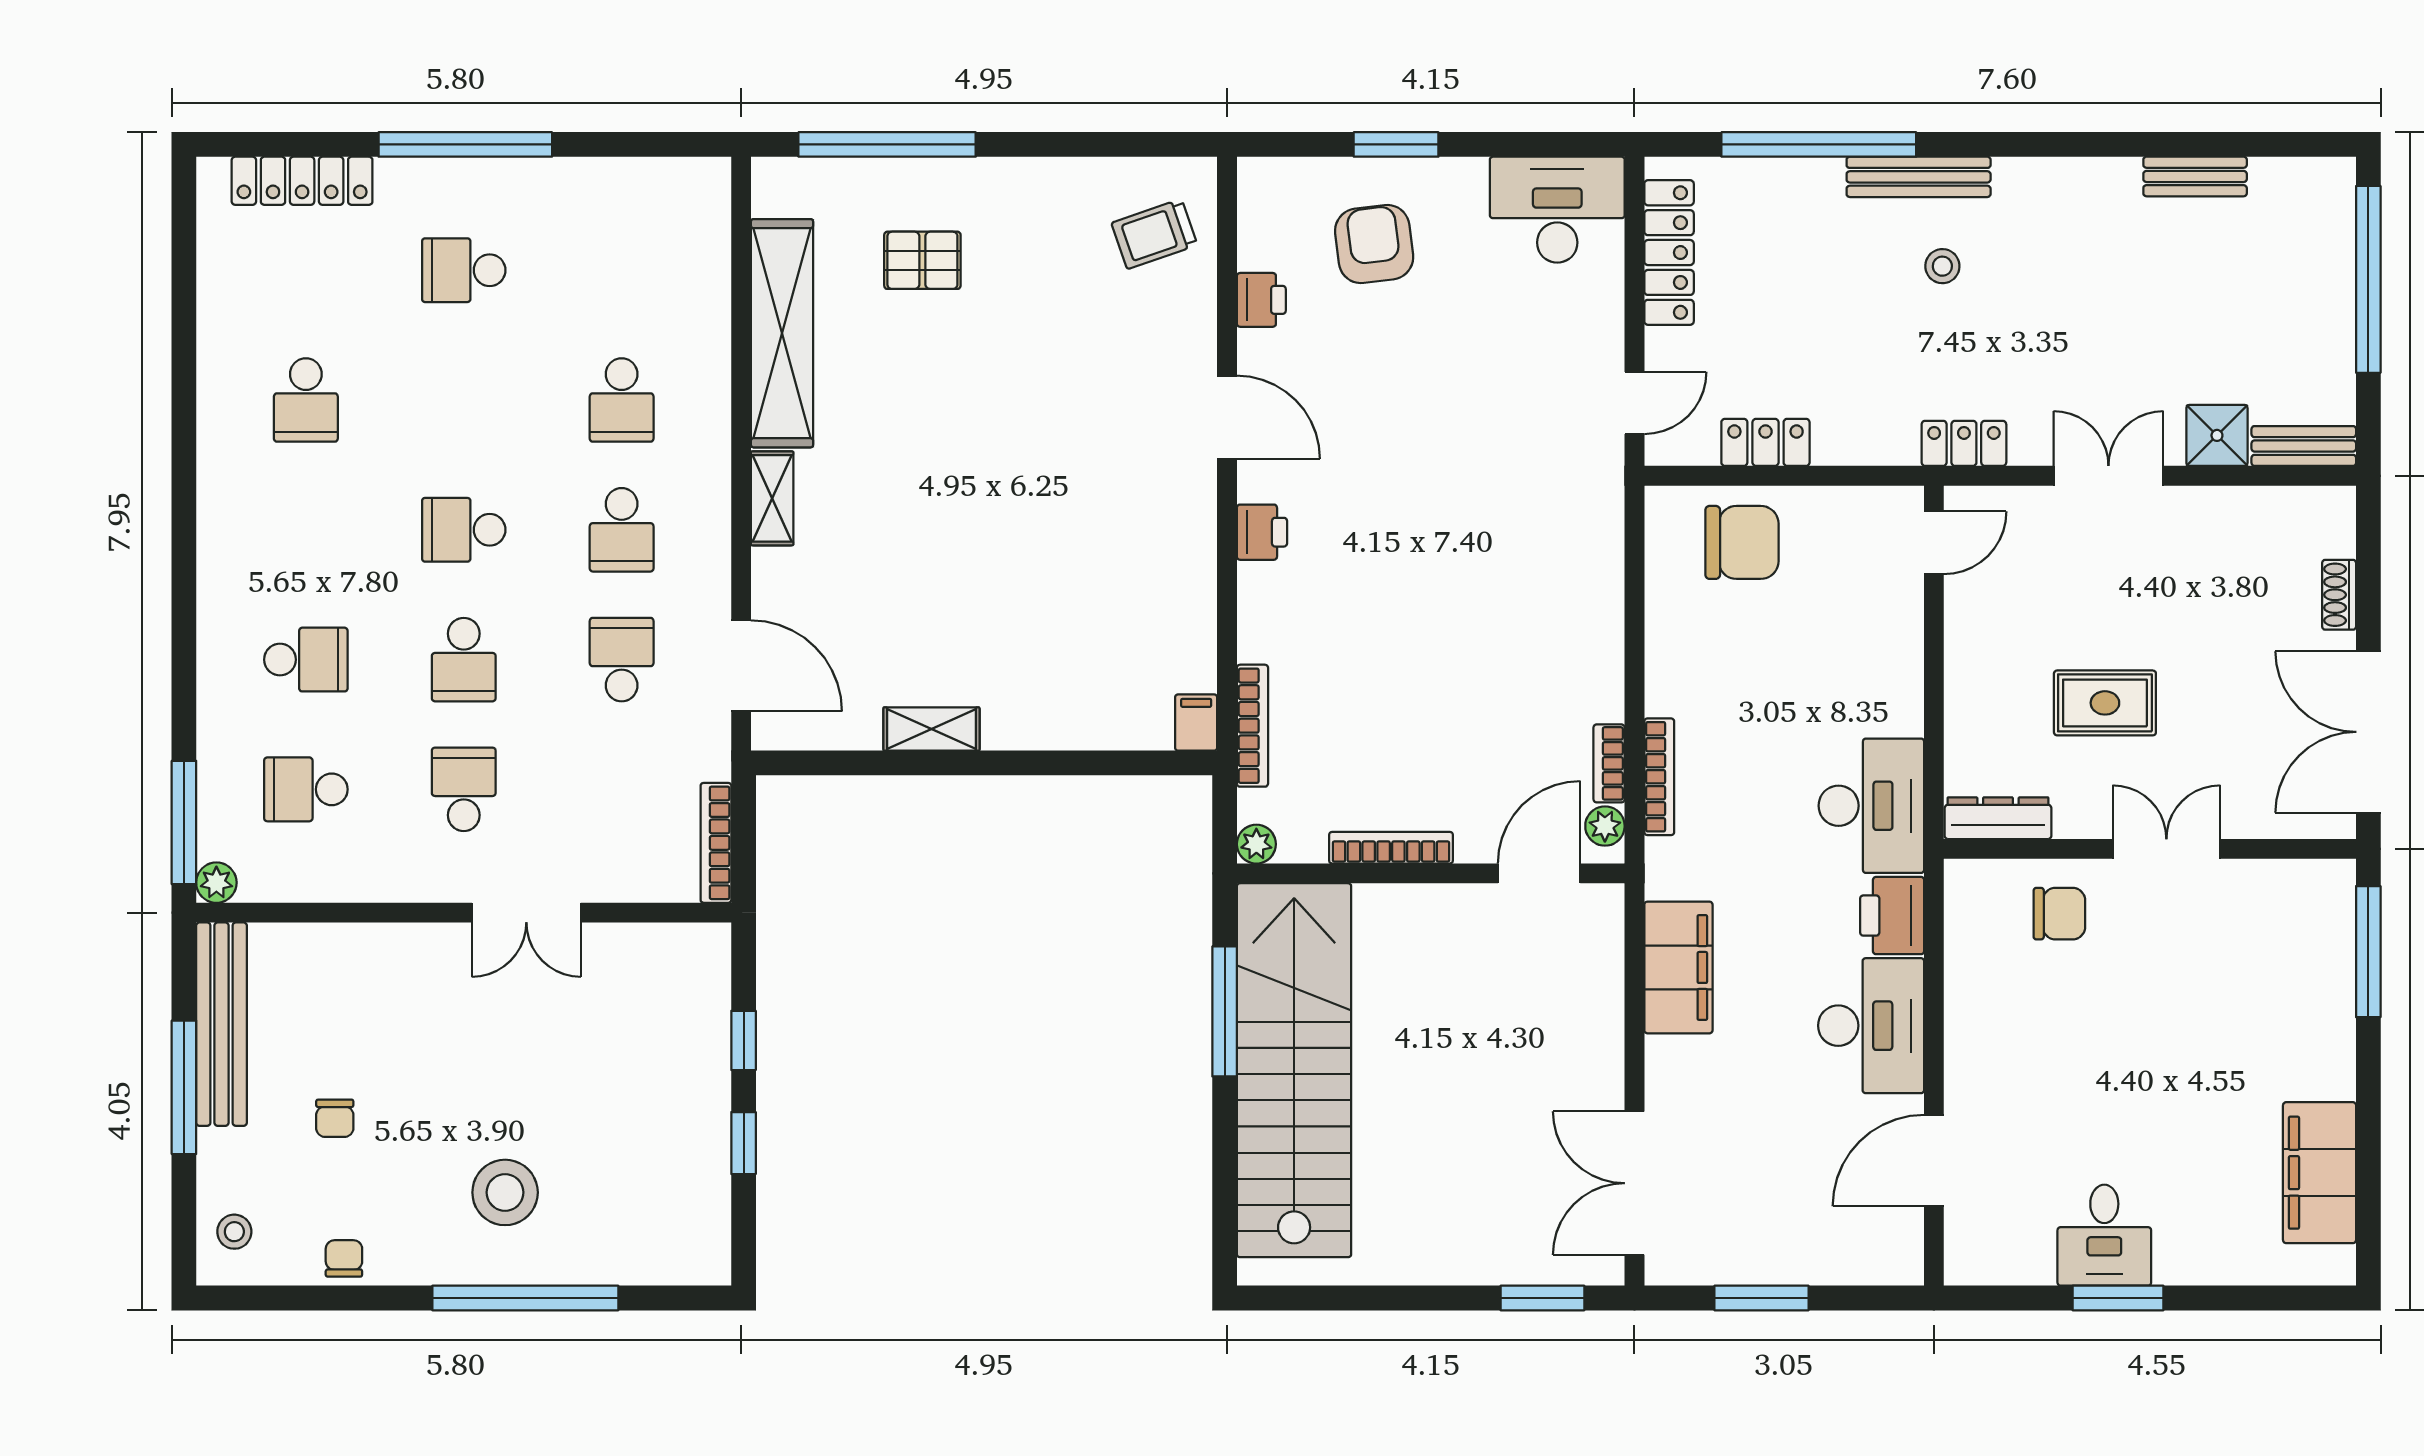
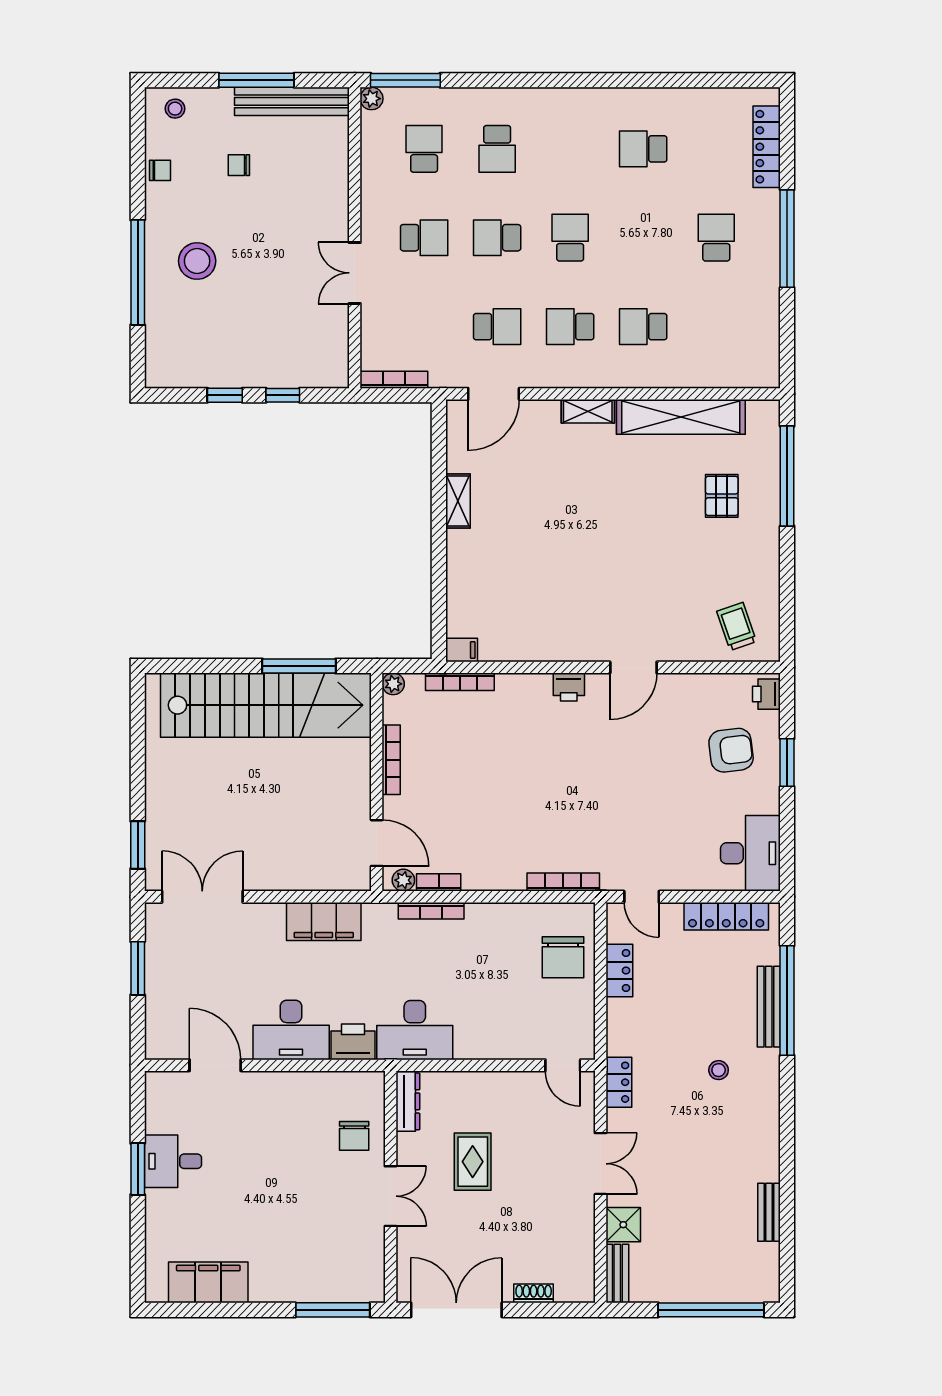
bench: (1919, 177) -> (769, 1007), moved
printer: (1261, 300) -> (766, 694), moved, turned 90
bookcase: (1608, 542) -> (563, 882), added

